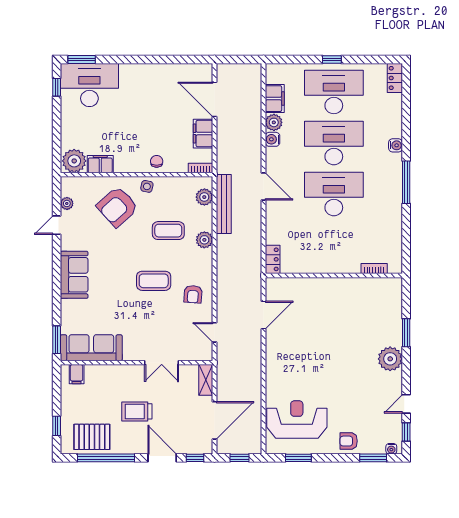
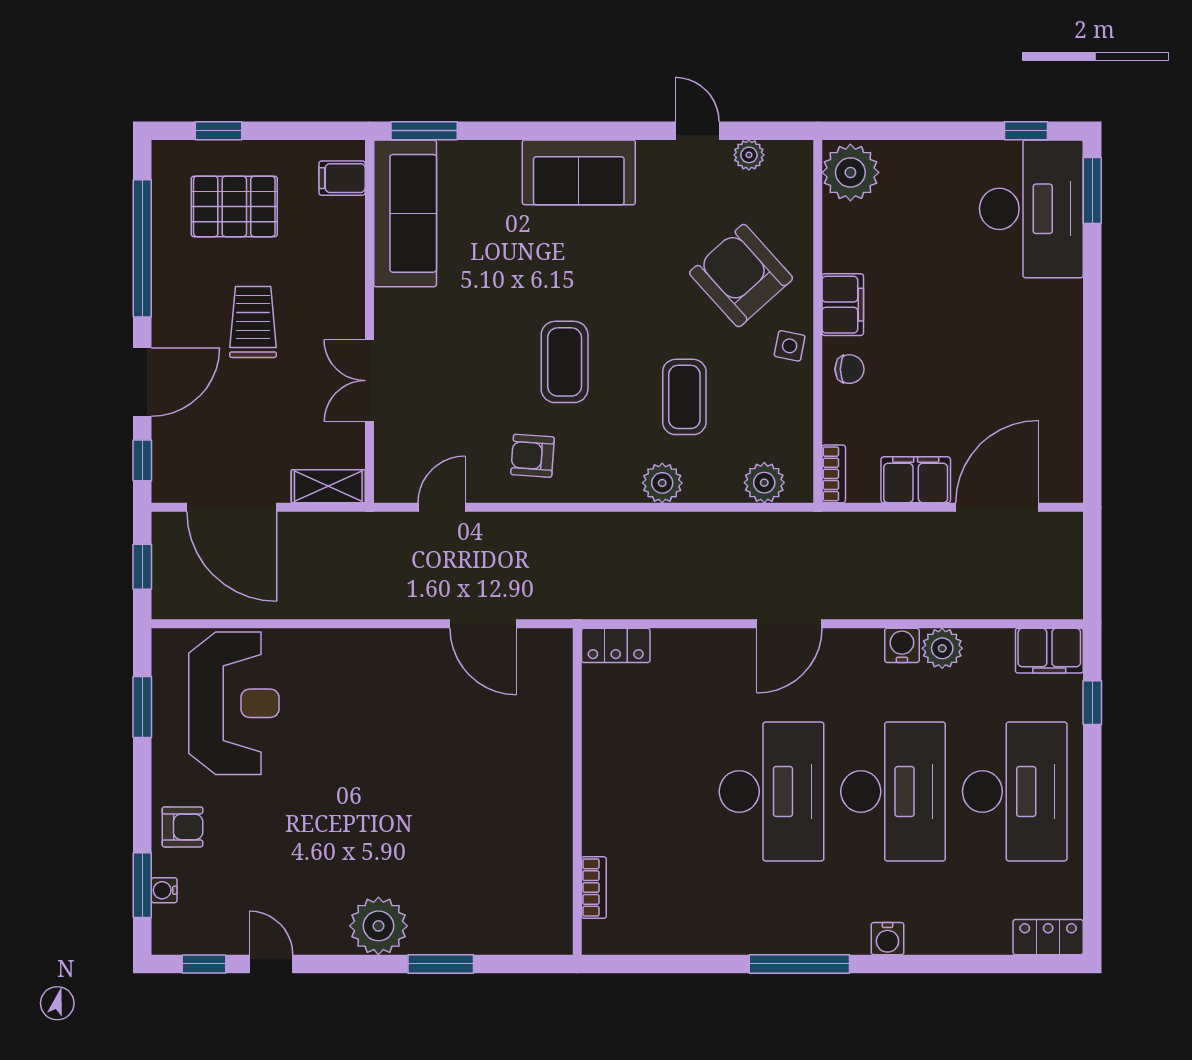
window: (332, 59) -> (1092, 703), moved
filing cabinet: (275, 99) -> (1049, 651), moved
filing cabinet: (100, 164) -> (843, 305), moved
bench: (224, 204) -> (748, 529), removed
pallet: (92, 437) -> (234, 206), moved, turned 90
armchair: (349, 441) -> (182, 827), turned 90
water cooler: (391, 449) -> (164, 890), moved

